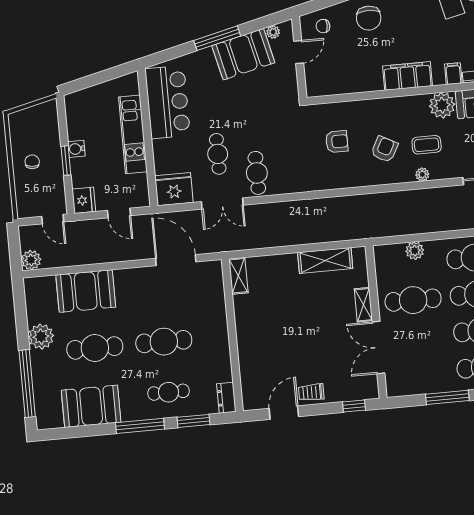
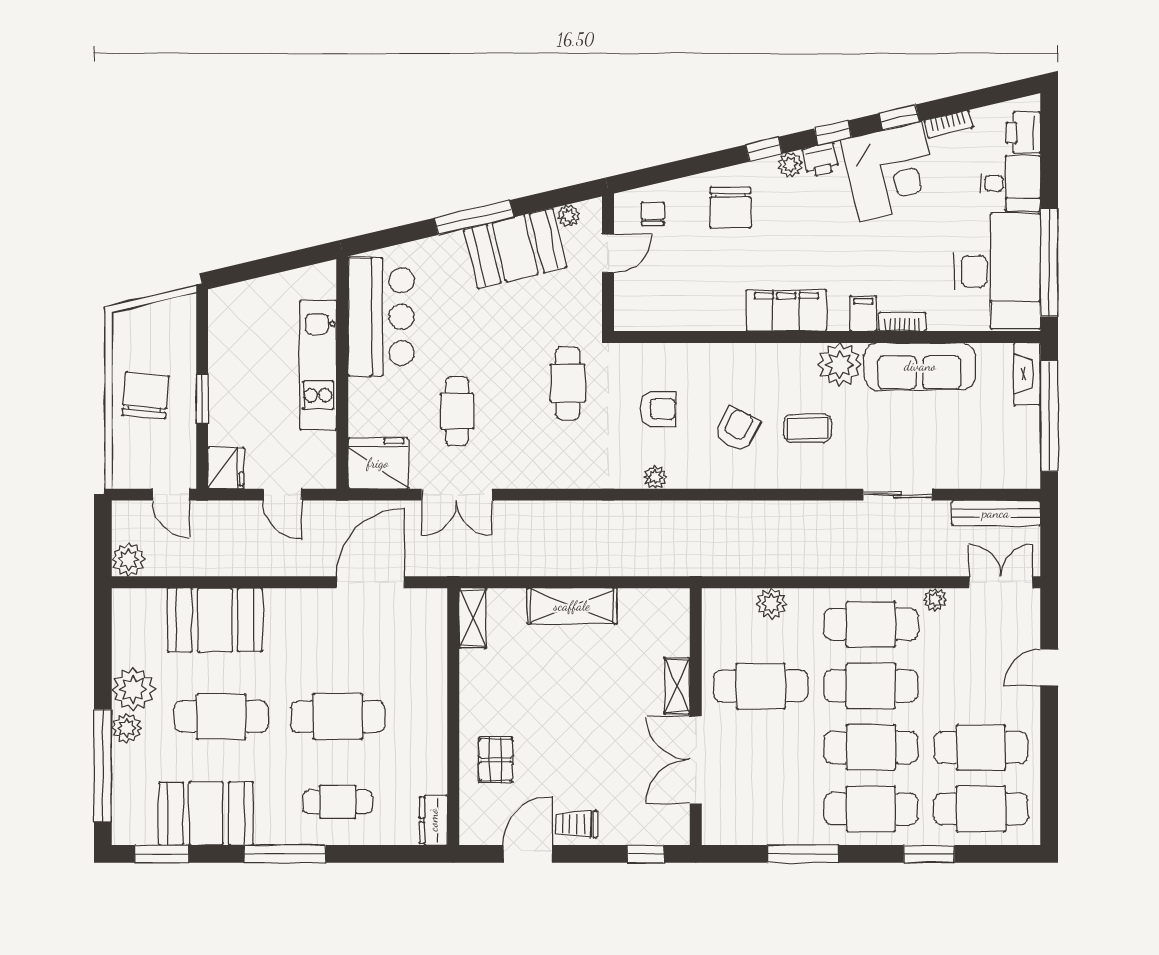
chair: (323, 26) -> (653, 214), turned 90
water cooler: (76, 149) -> (221, 381), removed
chair: (32, 162) -> (145, 396), width x1.87, depth x1.87
cafe table: (257, 173) -> (568, 383), moved
plant: (422, 174) -> (655, 477), moved
door: (176, 260) -> (370, 582), hinge flipped
shelving: (325, 260) -> (572, 606), moved
pallet: (260, 358) -> (496, 760), added
plant: (39, 360) -> (127, 728), added
window: (193, 421) -> (162, 854), moved

